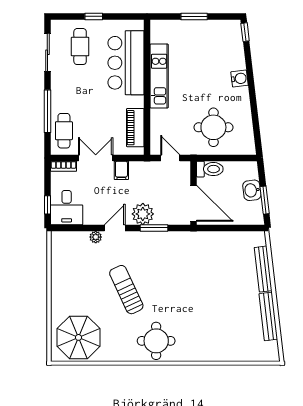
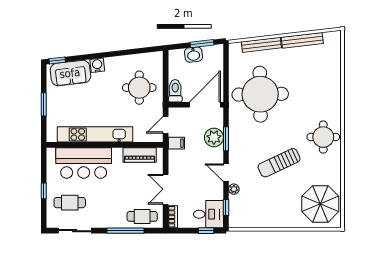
sofa: (230, 47) -> (70, 73), added
kitchen unit: (159, 76) -> (95, 134), width x1.36
filing cabinet: (121, 170) -> (176, 143), moved
plant: (143, 214) -> (214, 138), moved
window: (74, 228) -> (226, 208), added
round table: (206, 268) -> (260, 94), added

